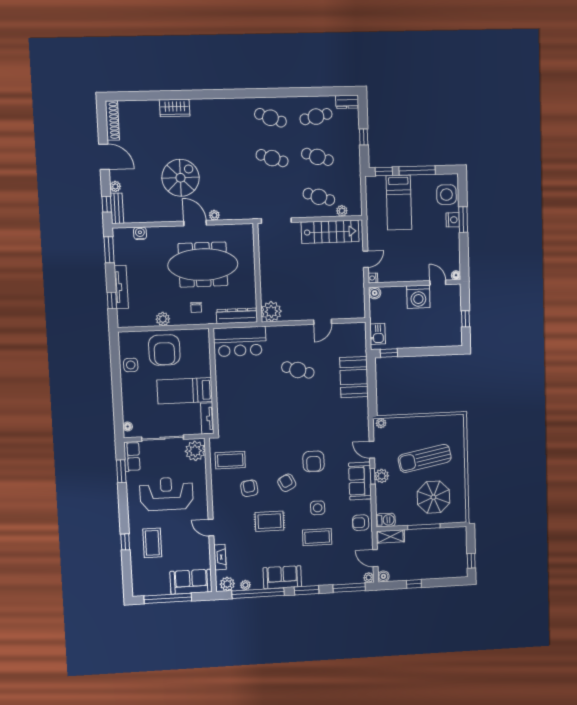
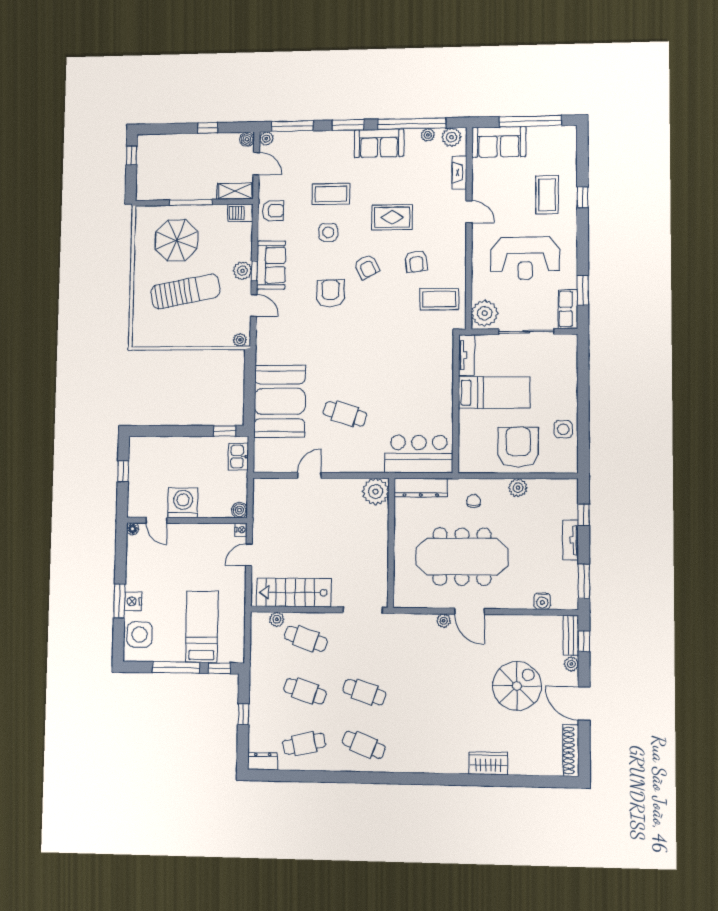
spiral stairs: (181, 178) -> (517, 686), moved, turned 180
tv unit: (121, 287) -> (570, 540), width x0.71
booth: (354, 377) -> (280, 401), width x1.36, depth x1.42
floor lamp: (128, 426) -> (571, 349), removed

